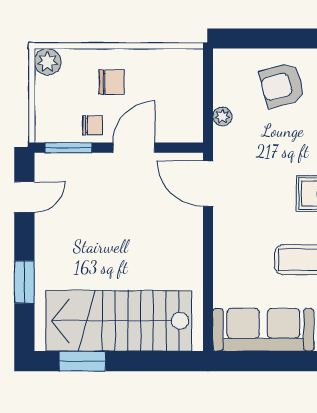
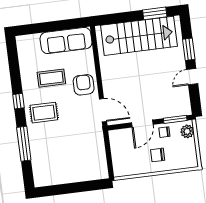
plant: (48, 62) -> (187, 131), moved
armchair: (282, 85) -> (84, 85), moved, turned -75
plant: (222, 116) -> (100, 145), removed
door: (24, 197) -> (192, 77), moved

